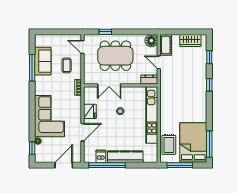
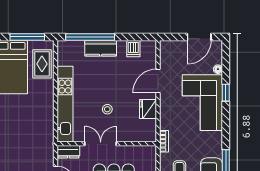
double door: (109, 85) -> (101, 144), moved
window: (32, 148) -> (226, 93), moved
kitchen counter: (125, 157) -> (101, 48), width x0.67
door: (64, 165) -> (199, 37), moved
window: (107, 165) -> (90, 37), moved

